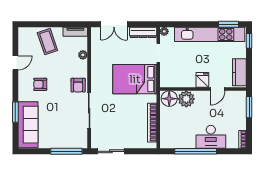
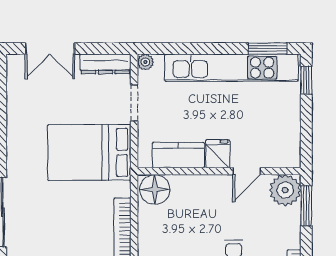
kitchen counter: (239, 72) -> (178, 155), moved, turned 90
plant: (186, 99) -> (285, 190), moved

